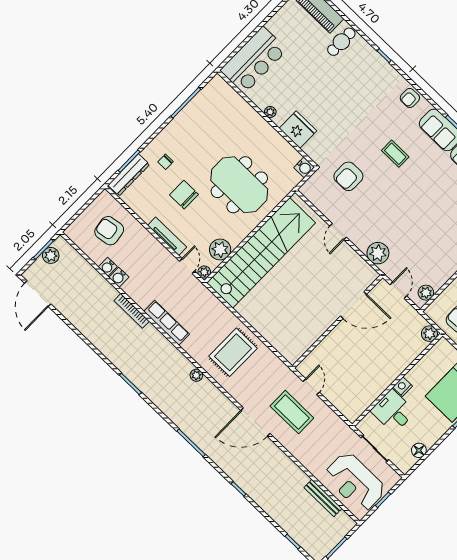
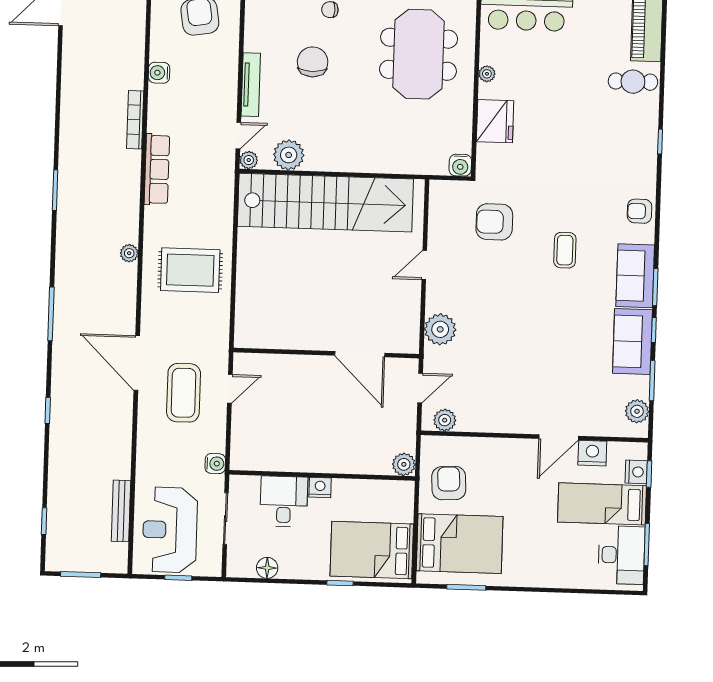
meeting table: (239, 185) -> (419, 54), moved
water cooler: (108, 267) -> (215, 464), moved, turned 180

